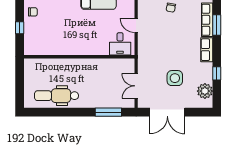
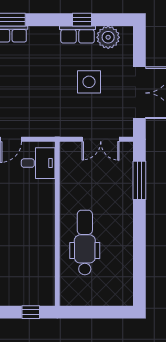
window: (20, 28) -> (31, 312), moved
row of seats: (207, 50) -> (78, 34), moved
dental chair: (57, 96) -> (85, 242), moved, turned 180

